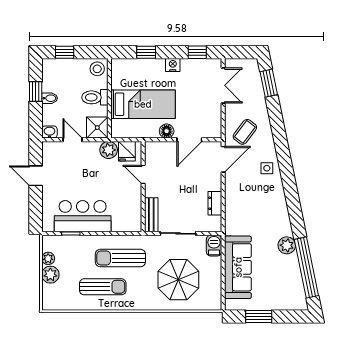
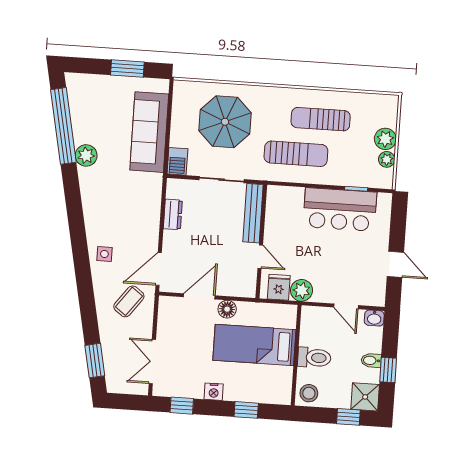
shower: (97, 128) -> (365, 397), moved
bench: (151, 215) -> (253, 213), width x1.36

